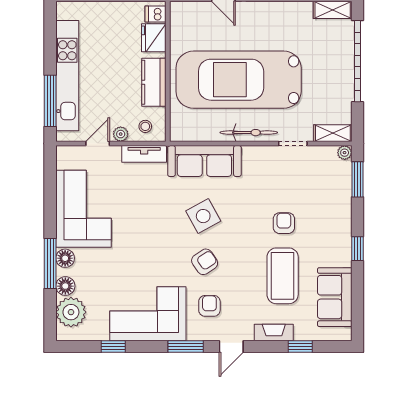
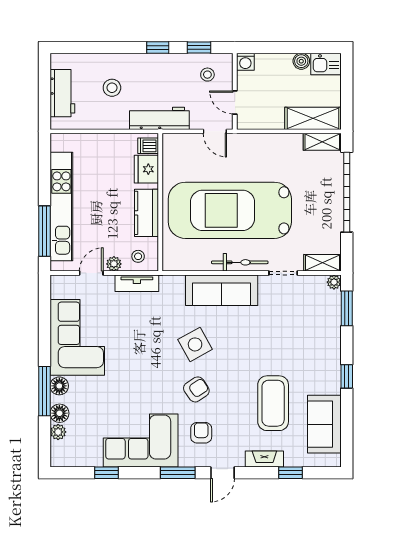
sofa: (204, 161) -> (222, 290), moved
armchair: (284, 223) -> (274, 351), removed
plant: (71, 312) -> (58, 432), width x0.53, depth x0.53

